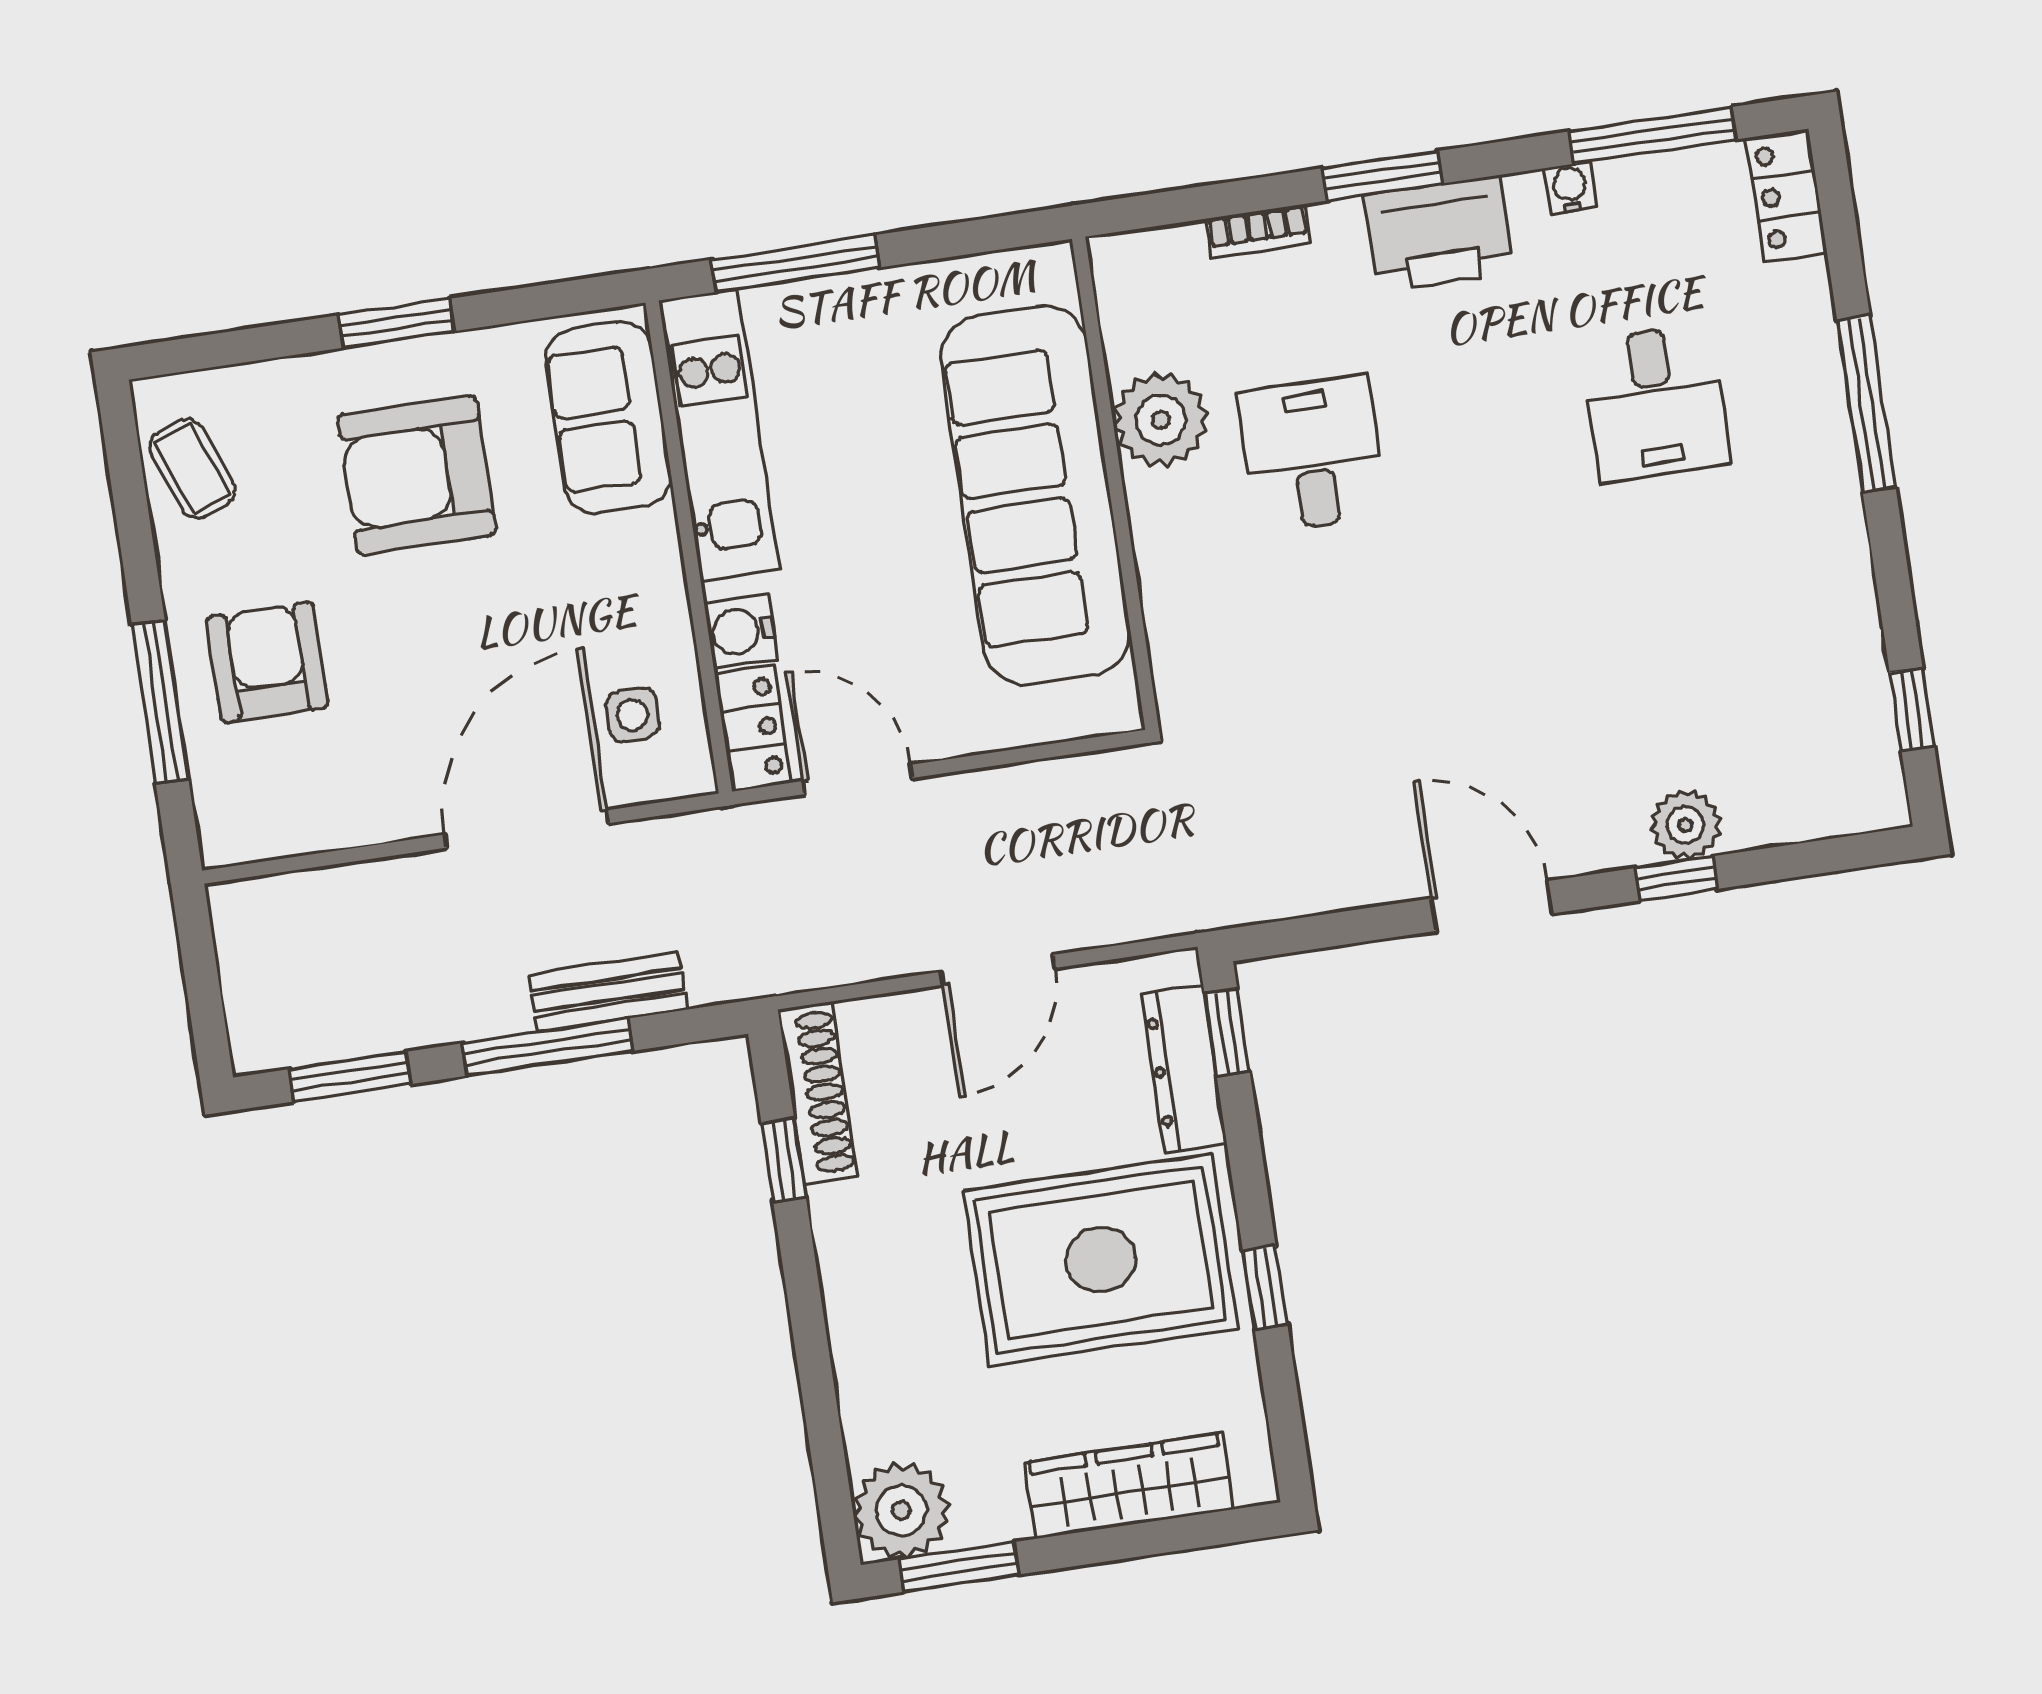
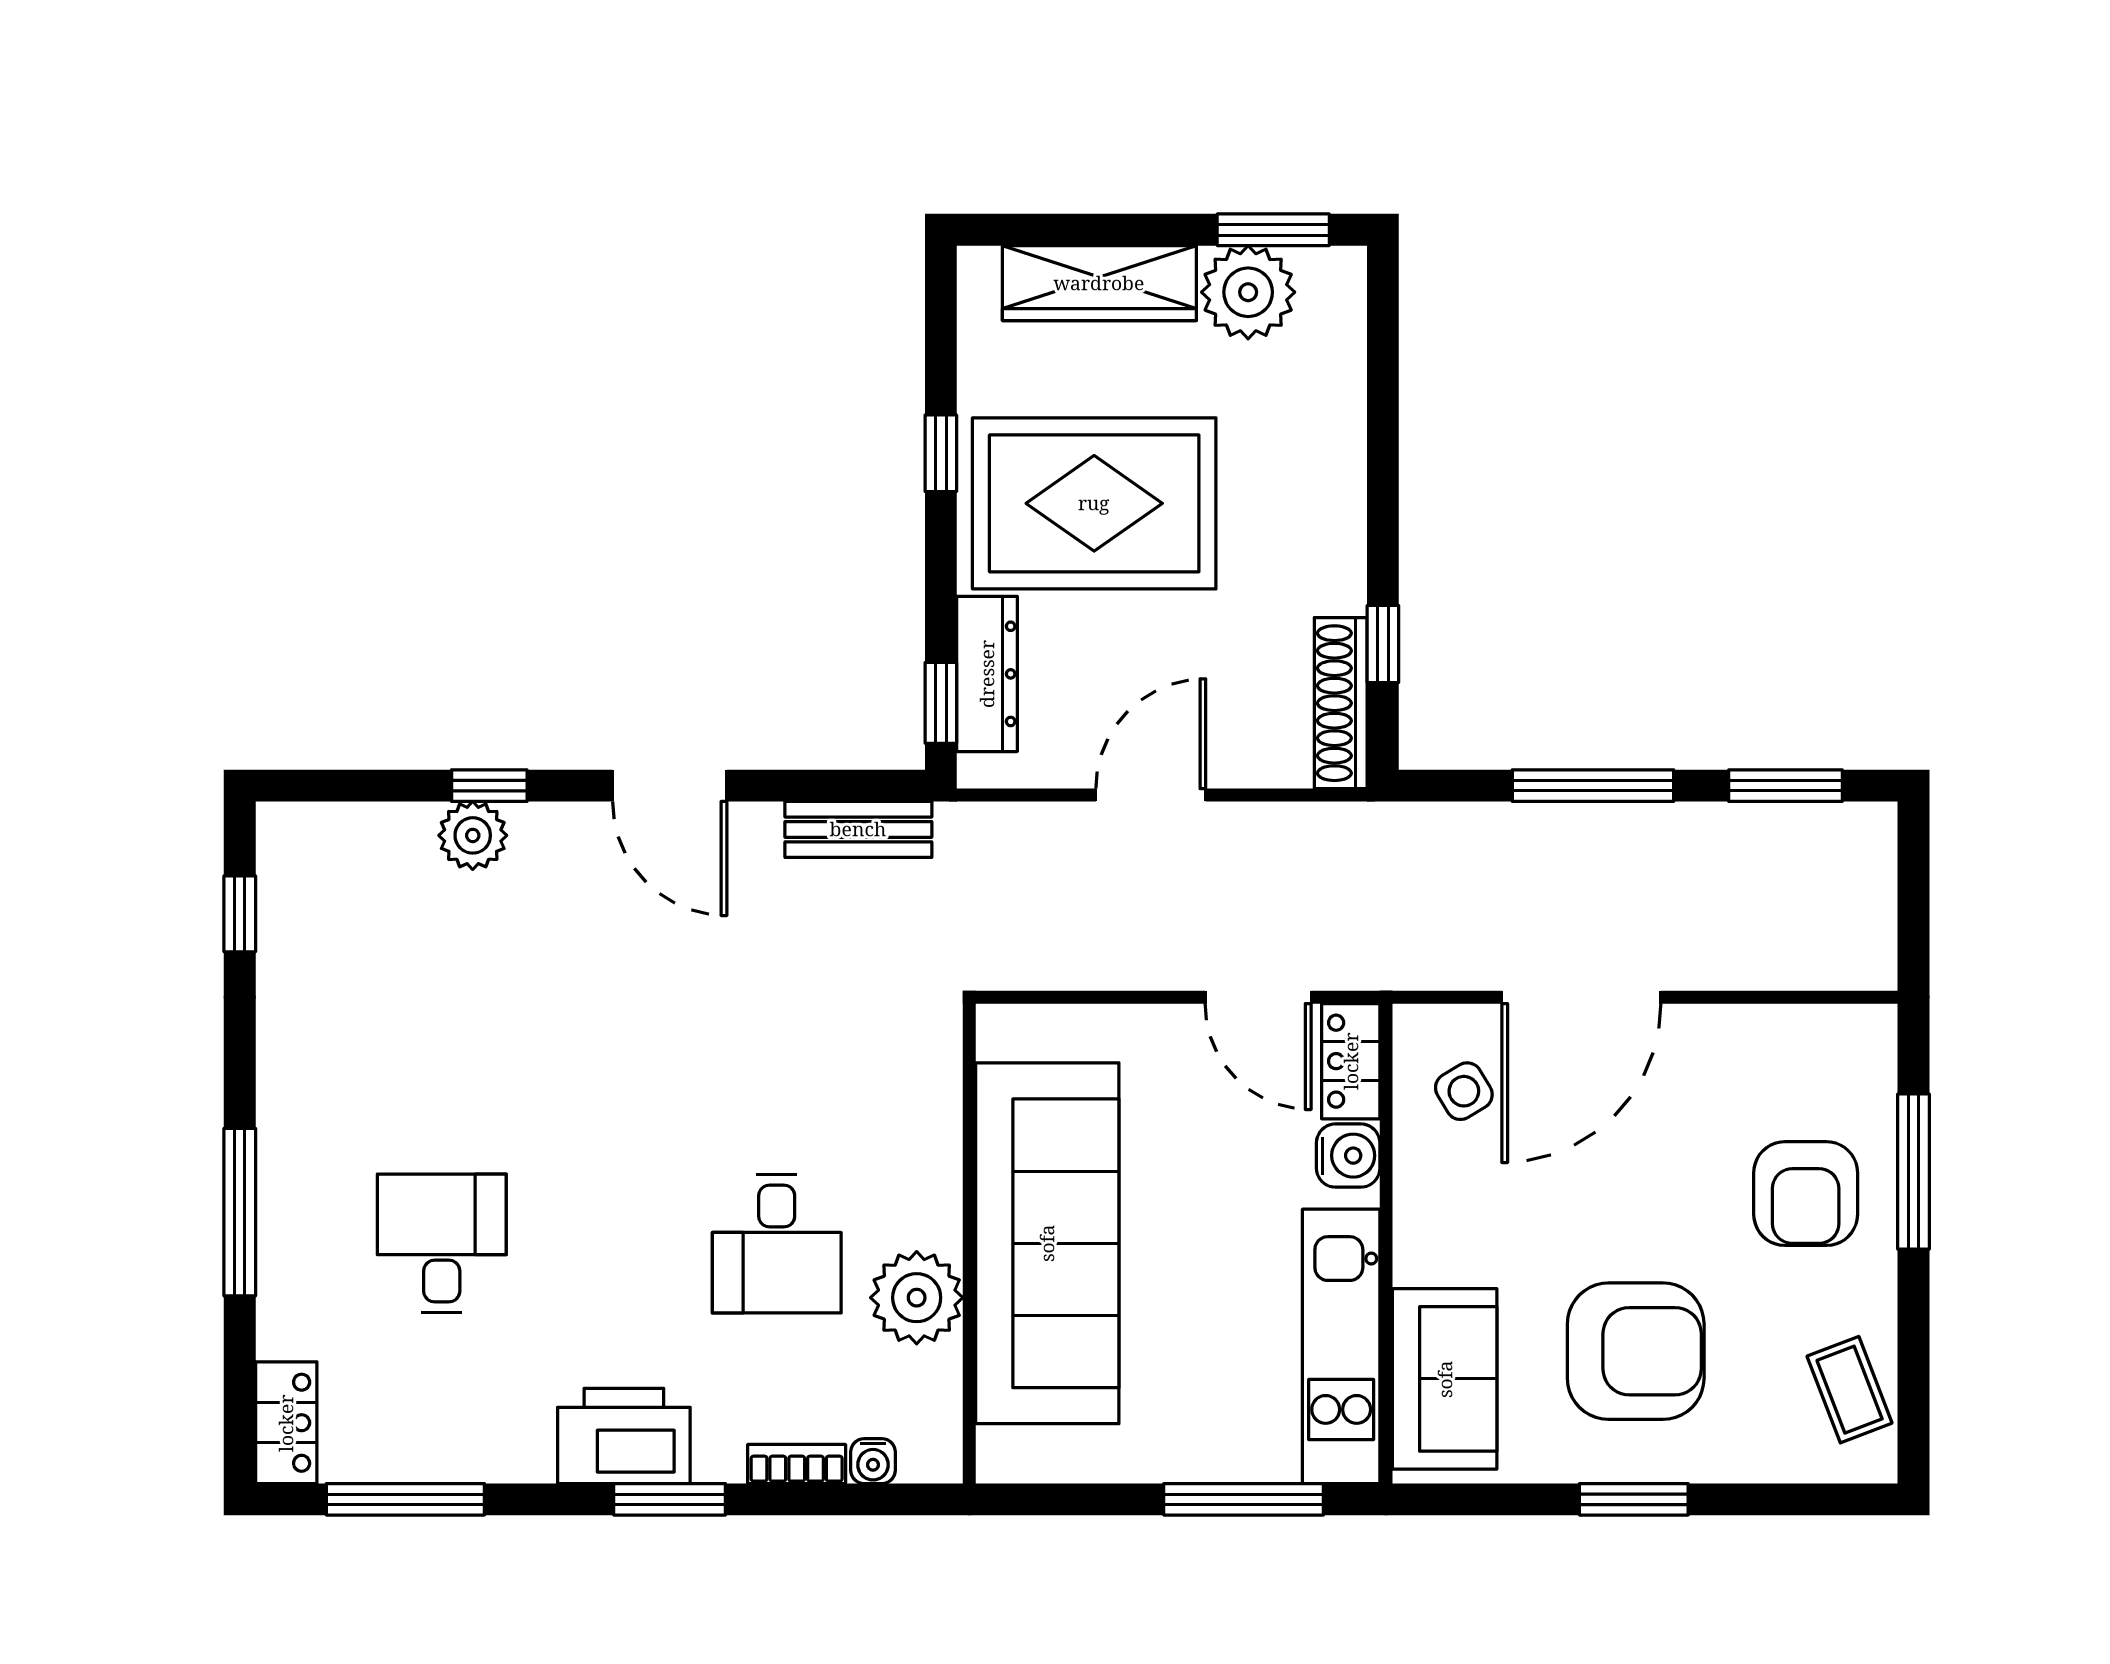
water cooler: (1570, 188) -> (873, 1461), moved
side table: (632, 715) -> (1464, 1091), turned -31
bench: (608, 992) -> (858, 829), moved
plant: (901, 1510) -> (1248, 292), moved

